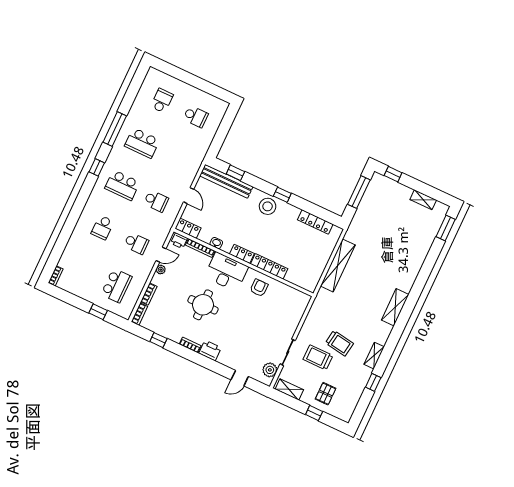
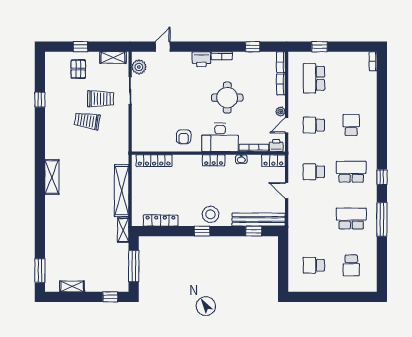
locker: (269, 266) -> (154, 161), moved
shelving: (374, 356) -> (123, 230), moved

